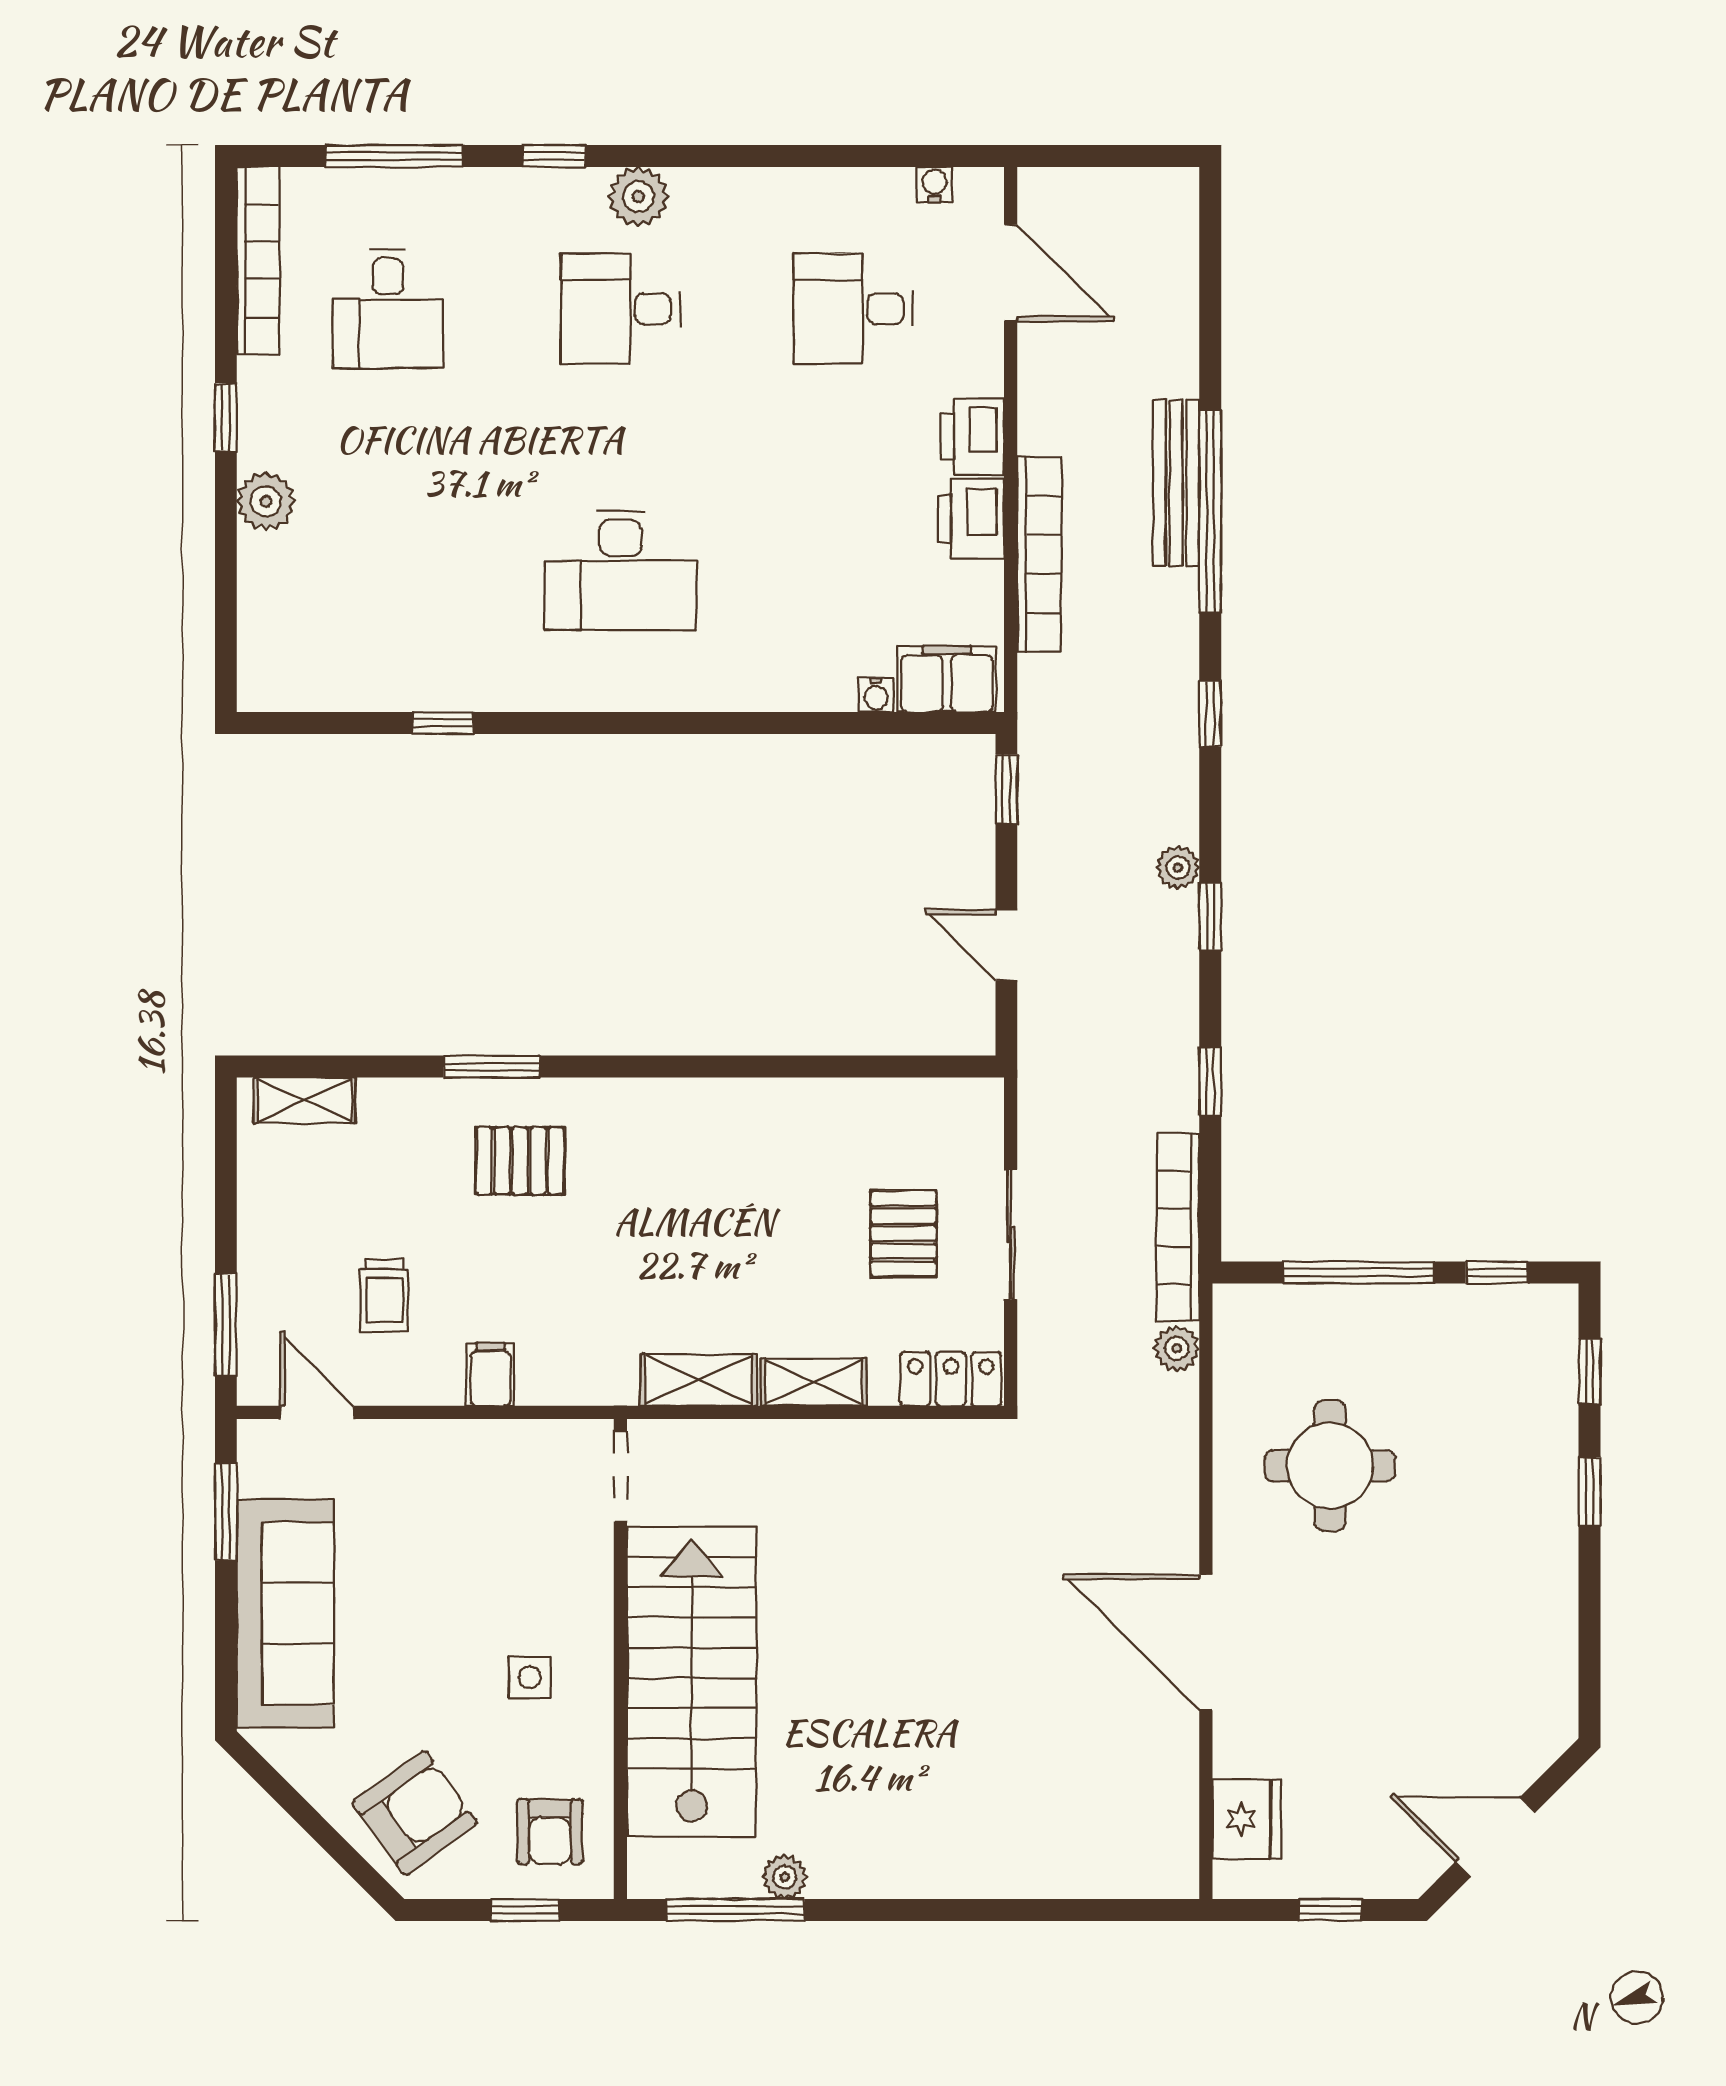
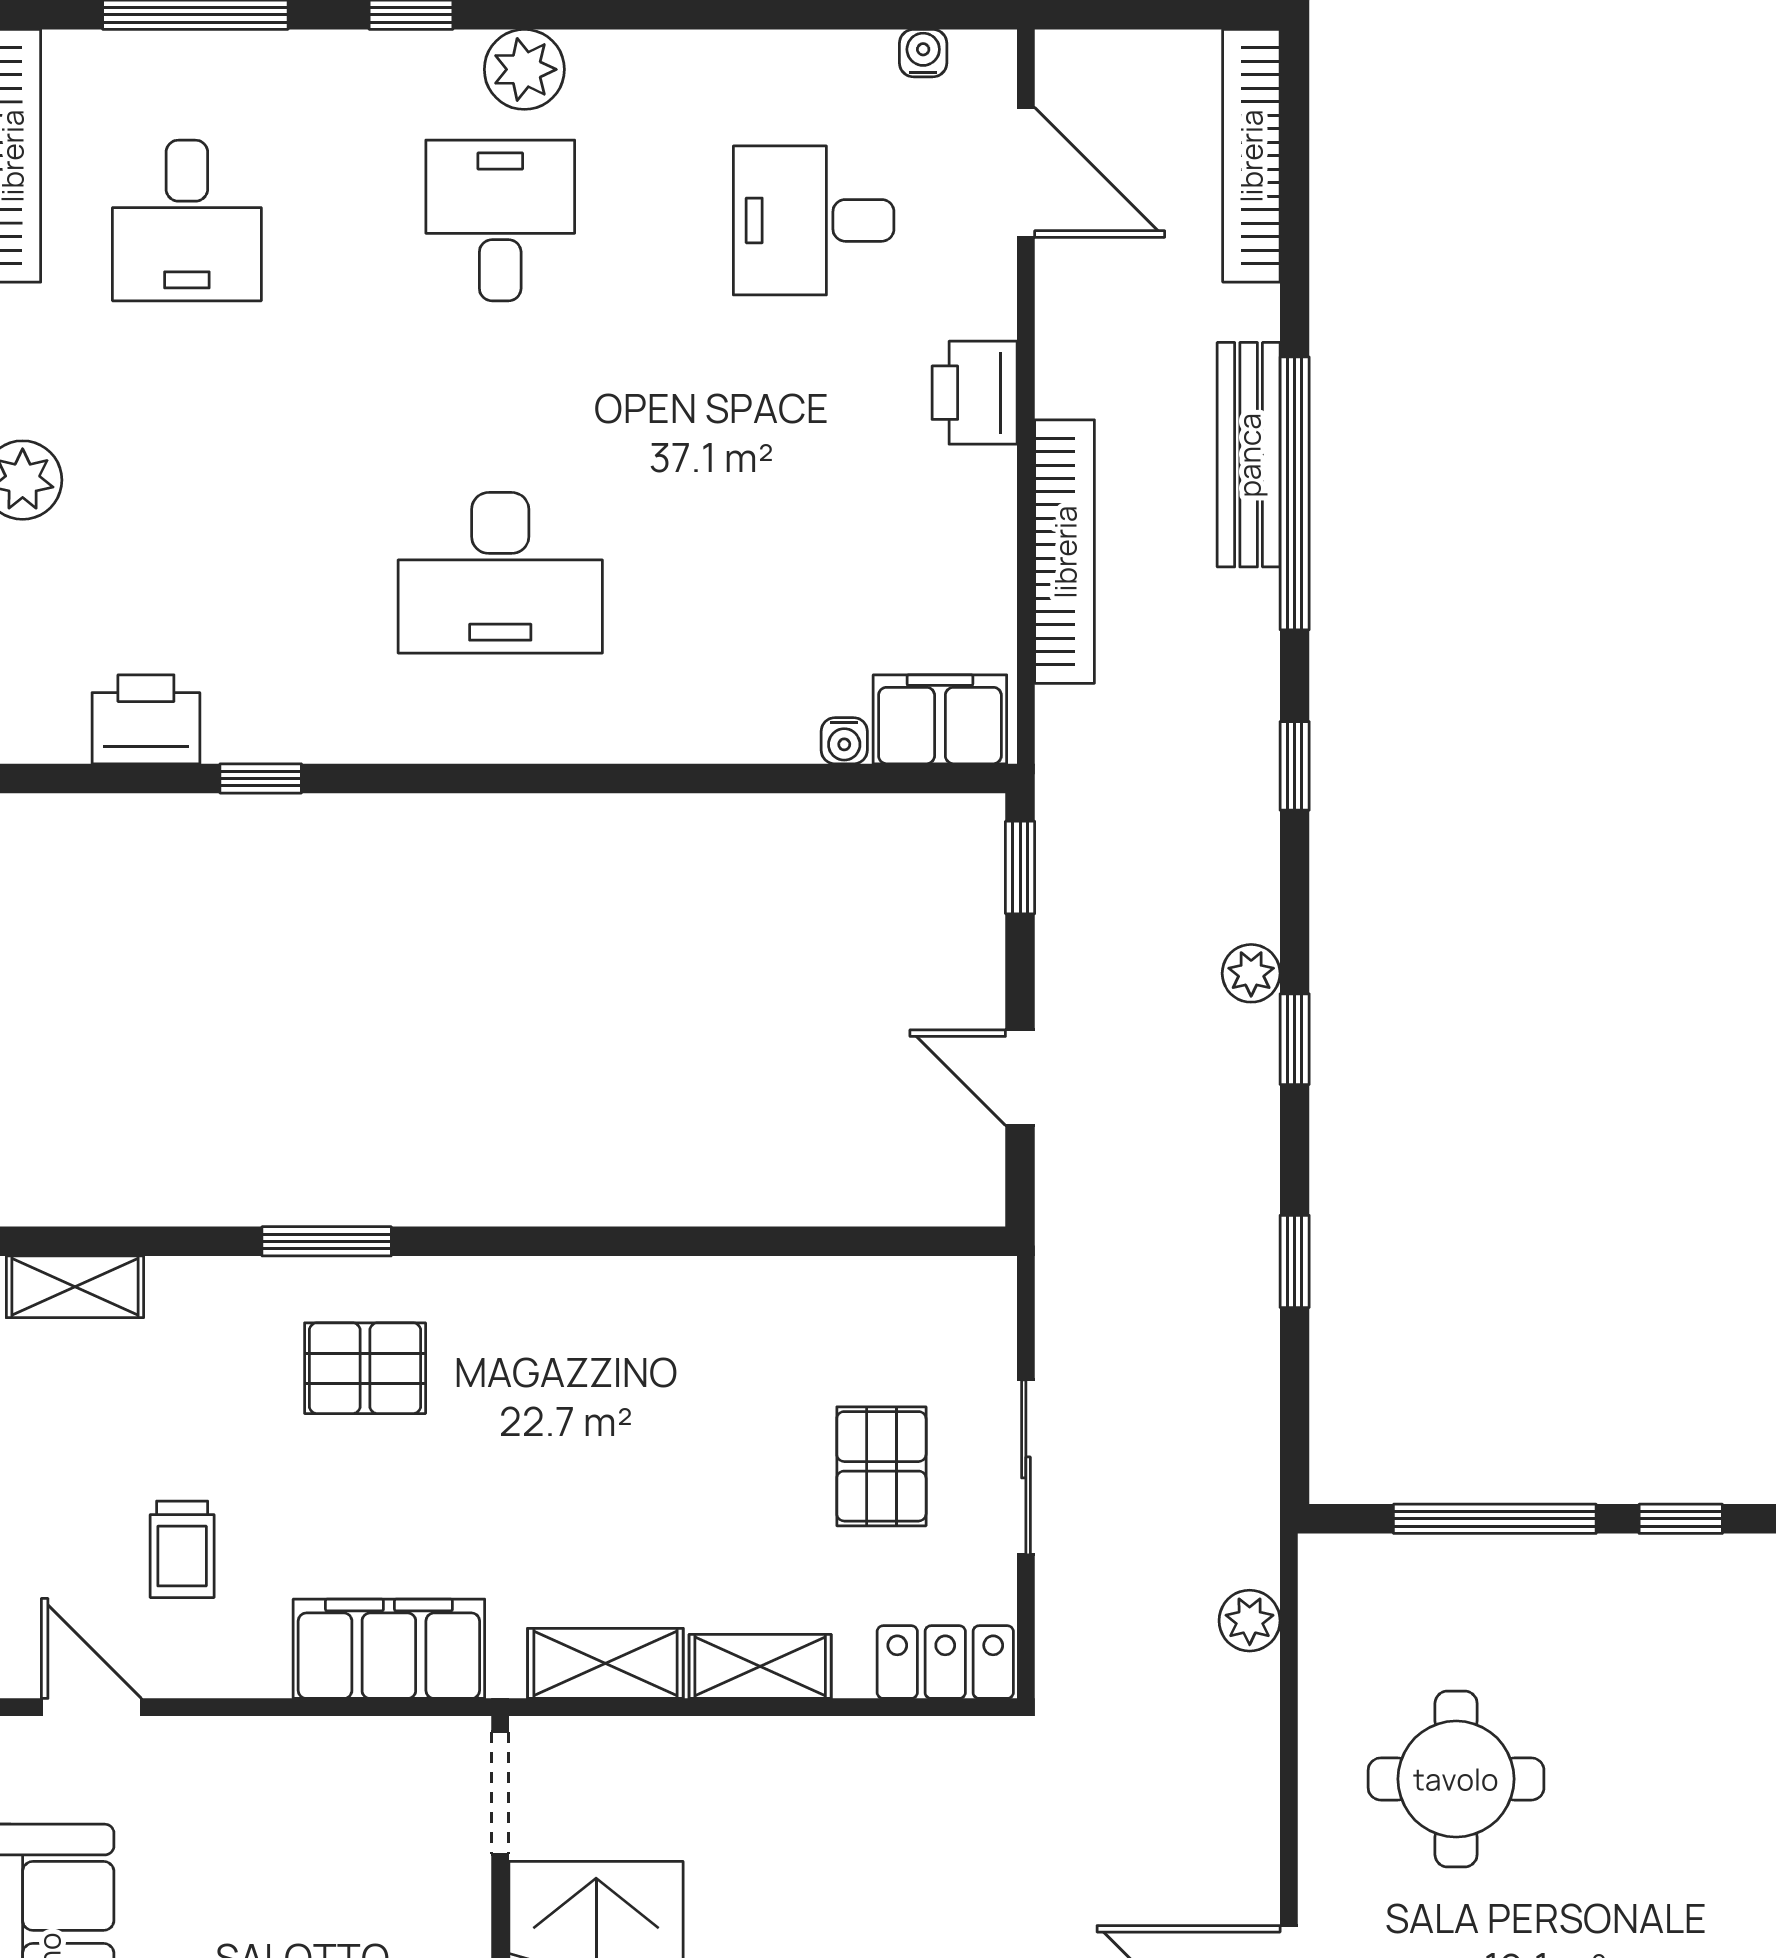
desk: (620, 309) -> (500, 220), turned 90
printer: (971, 519) -> (146, 719), moved, turned 90
bookcase: (1178, 1227) -> (1251, 156), moved
filing cabinet: (490, 1374) -> (389, 1649), width x3.00, depth x1.17

